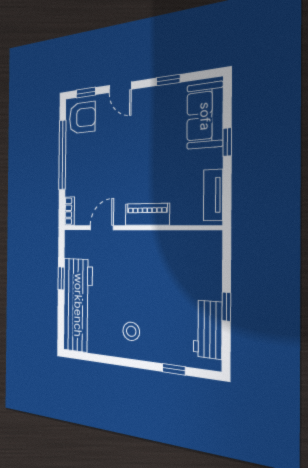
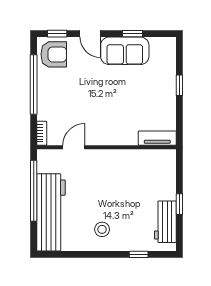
sofa: (205, 116) -> (125, 51), moved, turned -90
tv unit: (213, 195) -> (157, 138), moved, turned 90
piano: (147, 214) -> (115, 137), removed
window: (61, 278) -> (34, 191), width x3.17

